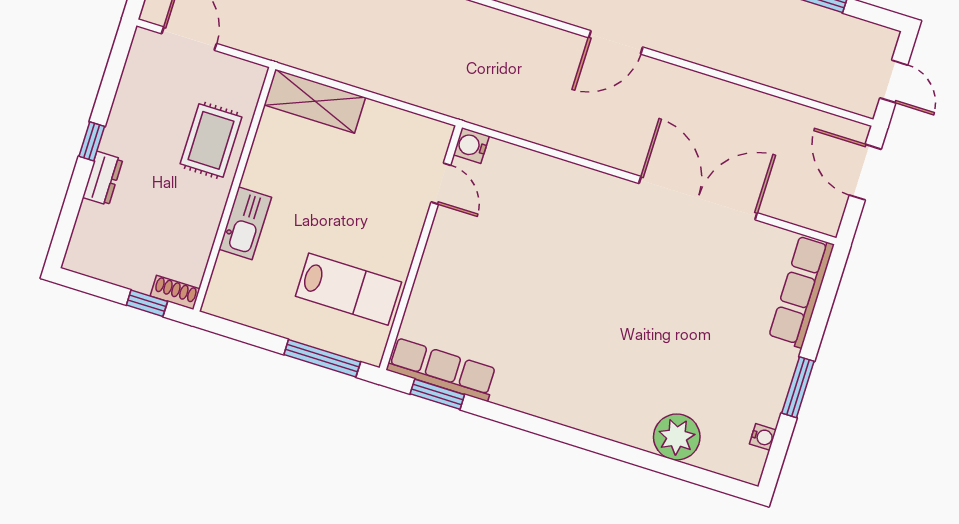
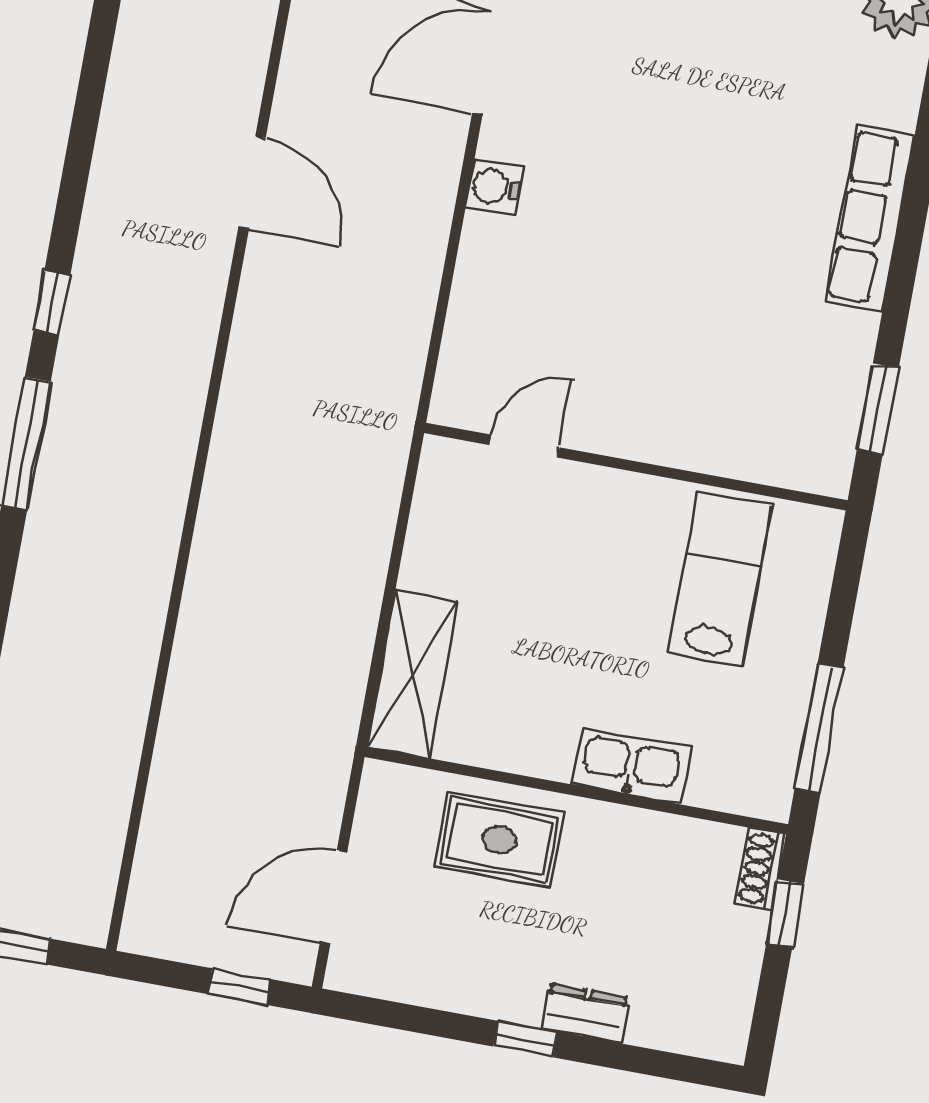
water cooler: (471, 145) -> (494, 187), moved, turned 90
window: (322, 358) -> (819, 728), moved
row of seats: (442, 369) -> (870, 218), moved

